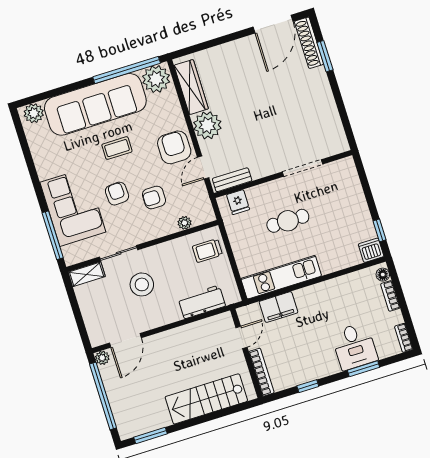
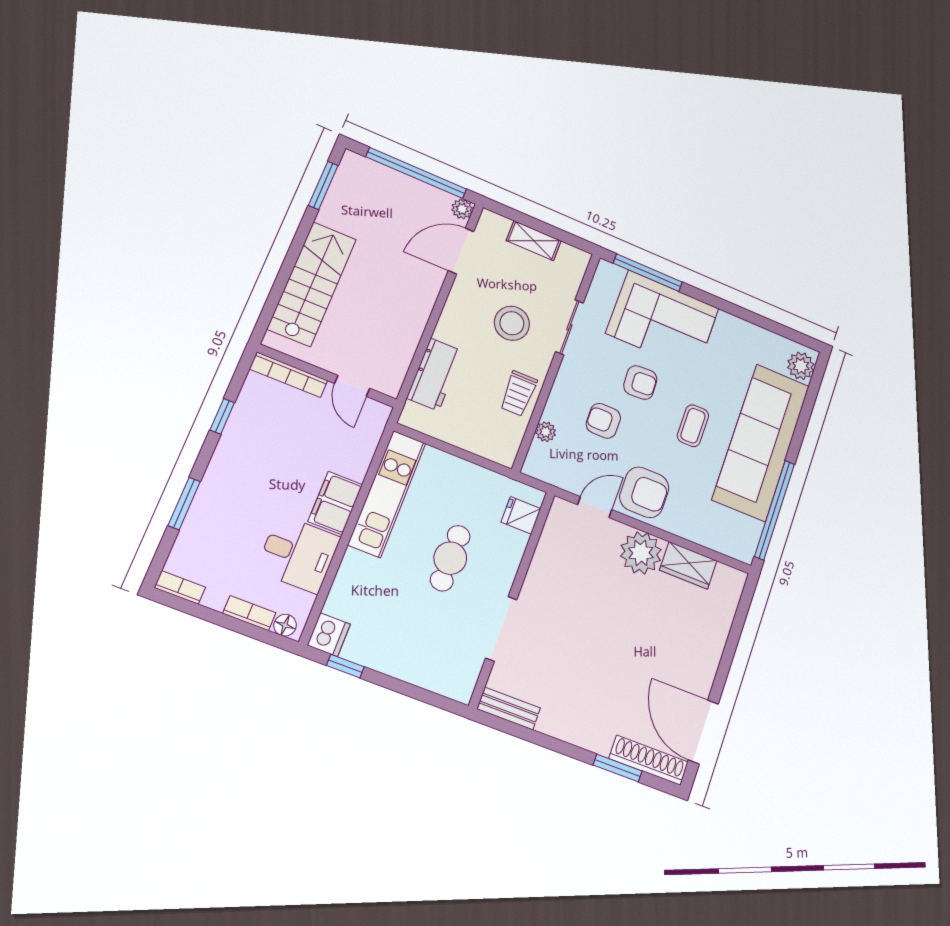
plant: (156, 79) -> (740, 536), removed
wardrobe: (191, 87) -> (688, 565), width x0.67
door: (203, 167) -> (595, 507), hinge flipped
bench: (232, 180) -> (509, 709), moved, turned 90
armchair: (154, 197) -> (603, 421), turned -90
trolley: (207, 251) -> (518, 393), moved, turned 180
shelving: (87, 274) -> (534, 241), moved, turned 90
filing cabinet: (278, 307) -> (335, 503), moved
door: (125, 340) -> (461, 251), hinge flipped
desk: (354, 346) -> (298, 554), moved, turned 180

